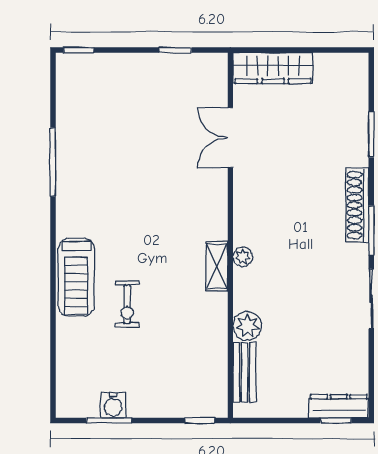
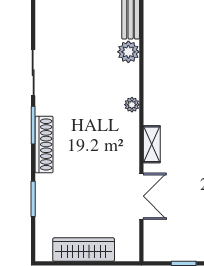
wardrobe: (273, 68) -> (84, 250), moved
shelving: (217, 266) -> (152, 144), moved

